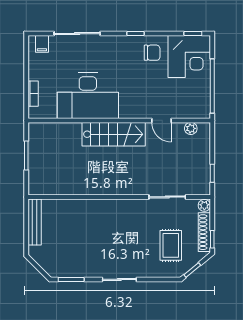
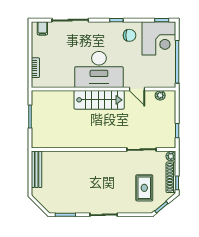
desk: (88, 96) -> (99, 69), moved

